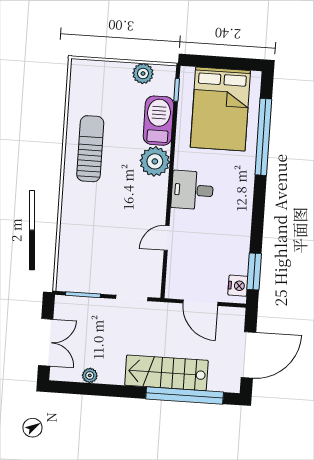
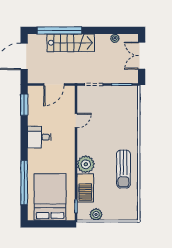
desk: (192, 190) -> (39, 137), moved, turned 180
nightstand: (238, 286) -> (33, 96), removed
door: (200, 303) -> (54, 85), swing flipped

